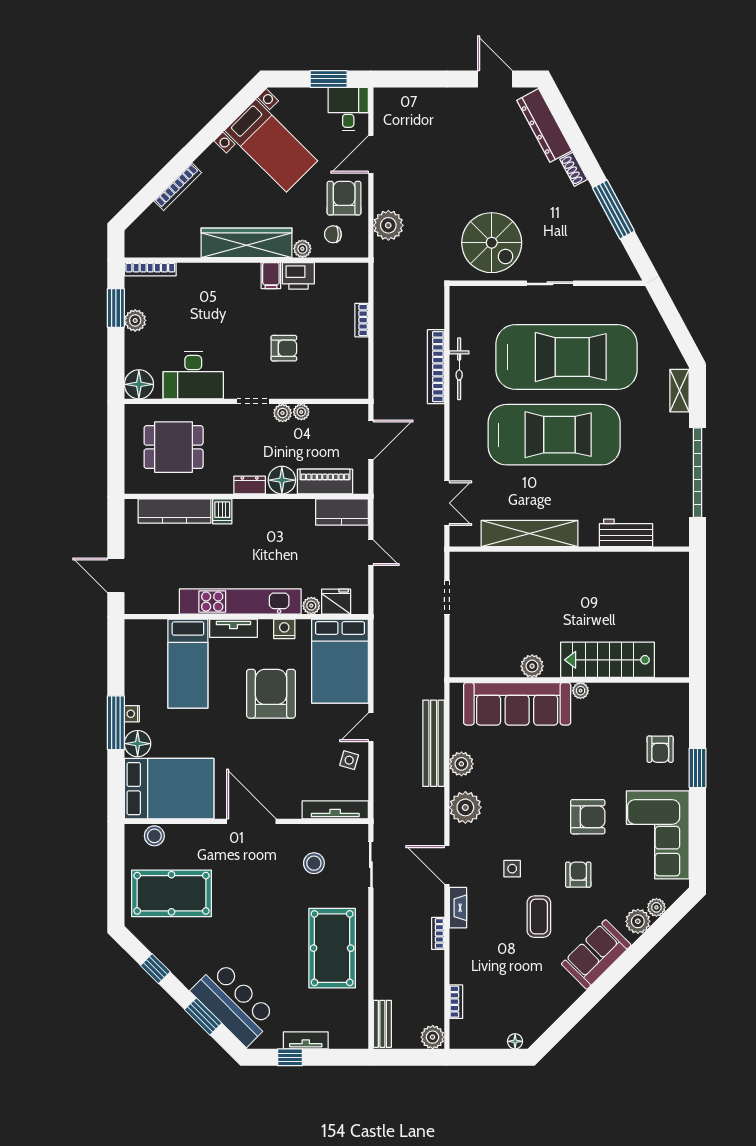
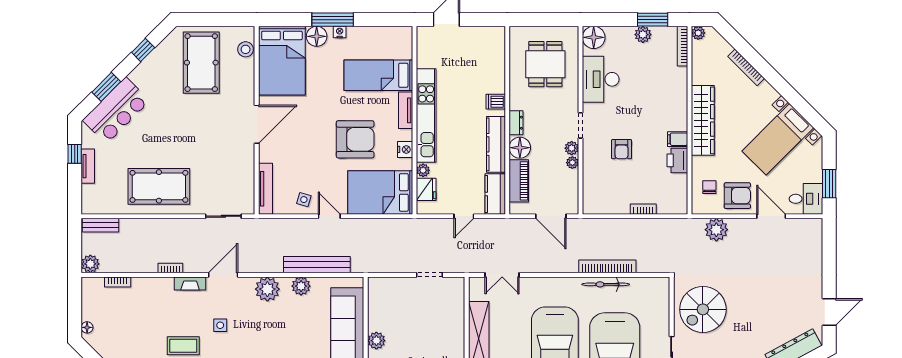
plant: (302, 249) -> (698, 33), moved
kitchen counter: (175, 511) -> (496, 144), moved
stool: (314, 863) -> (224, 172), removed

